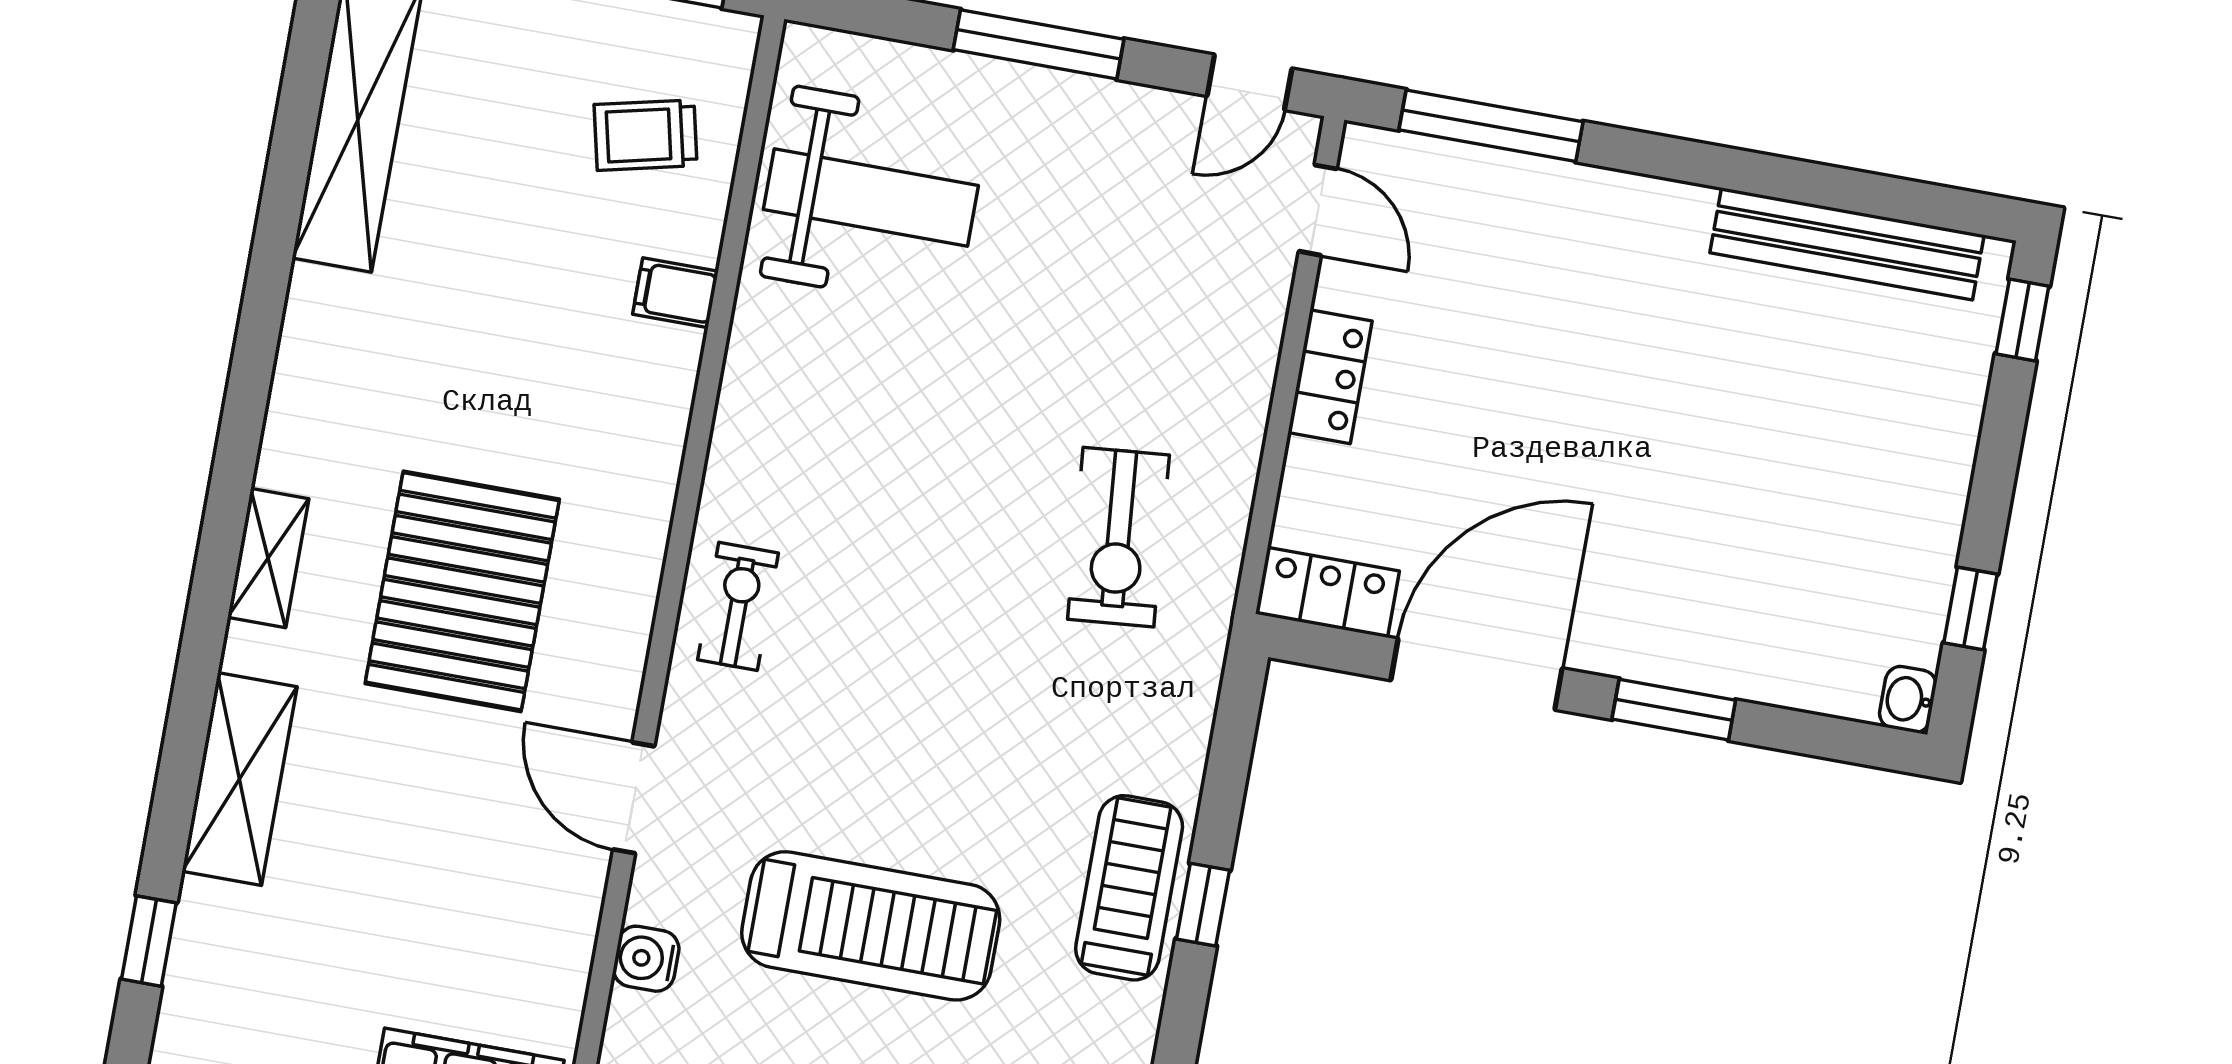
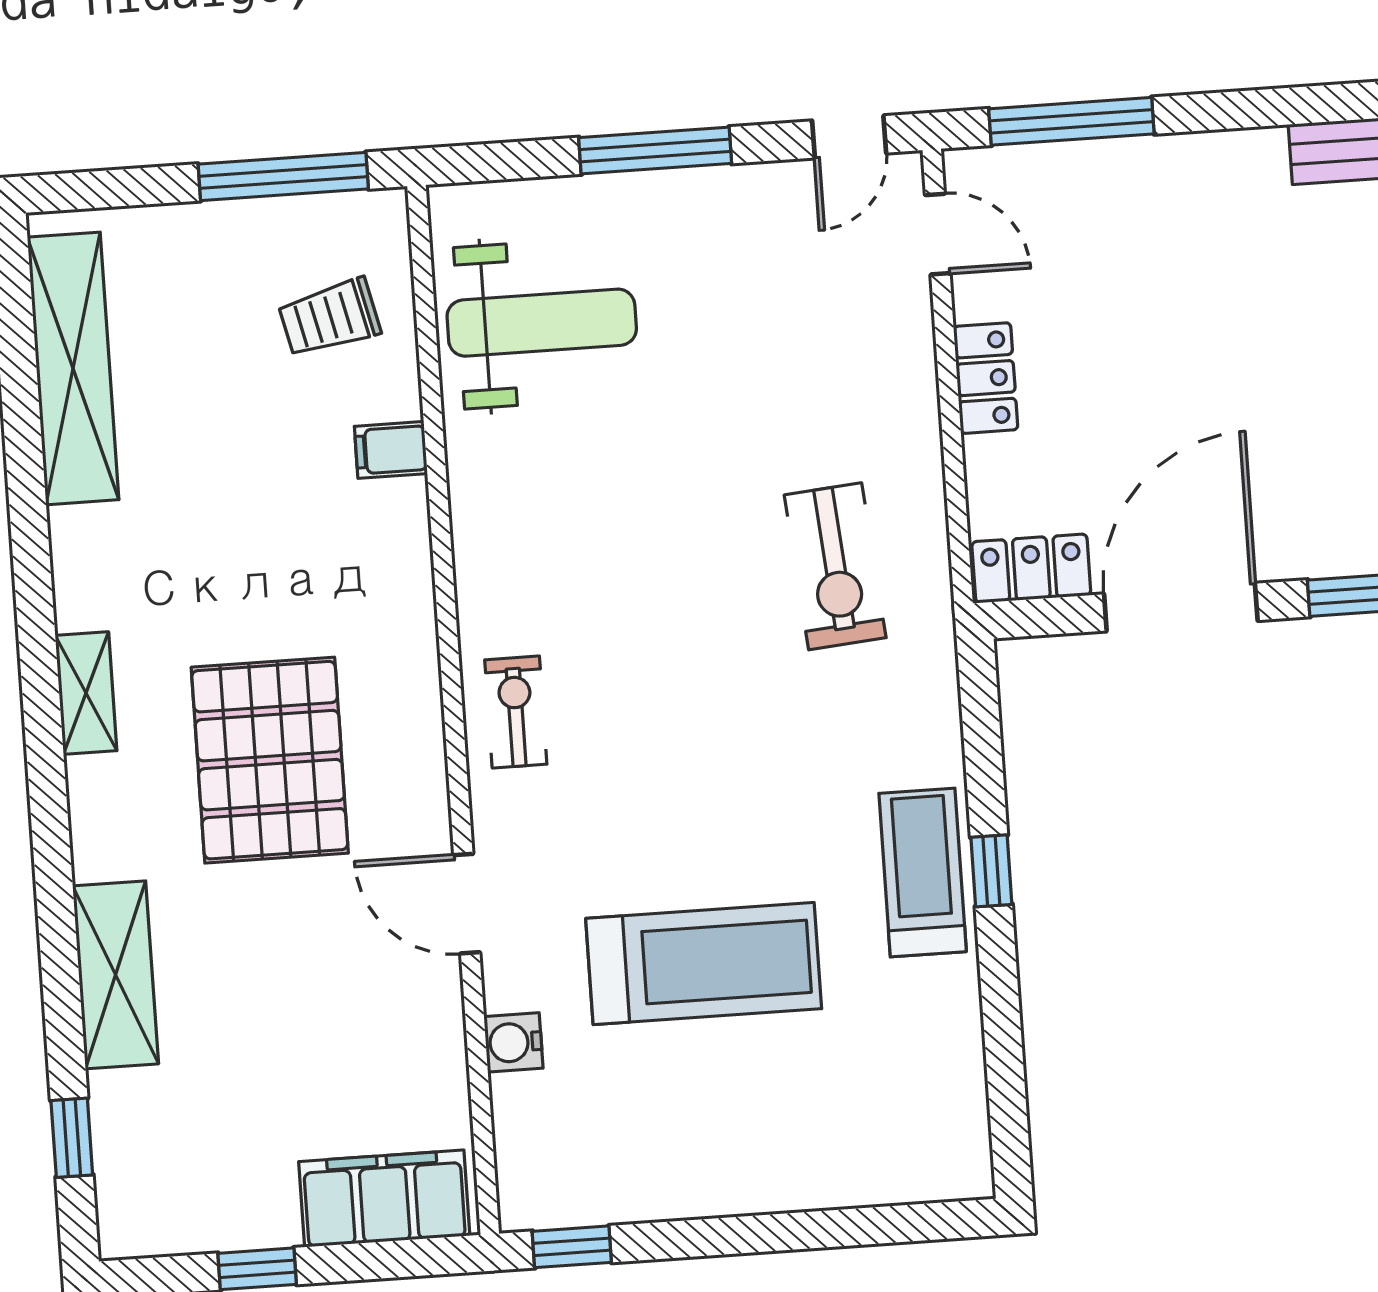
shelving: (268, 558) -> (86, 693), moved

